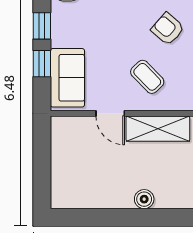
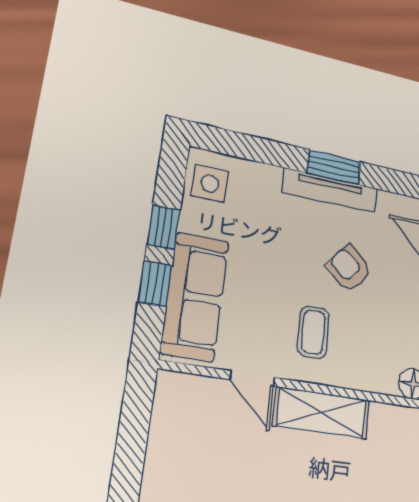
coffee table: (147, 77) -> (313, 332), turned 44
sofa: (67, 78) -> (195, 296), width x1.36

